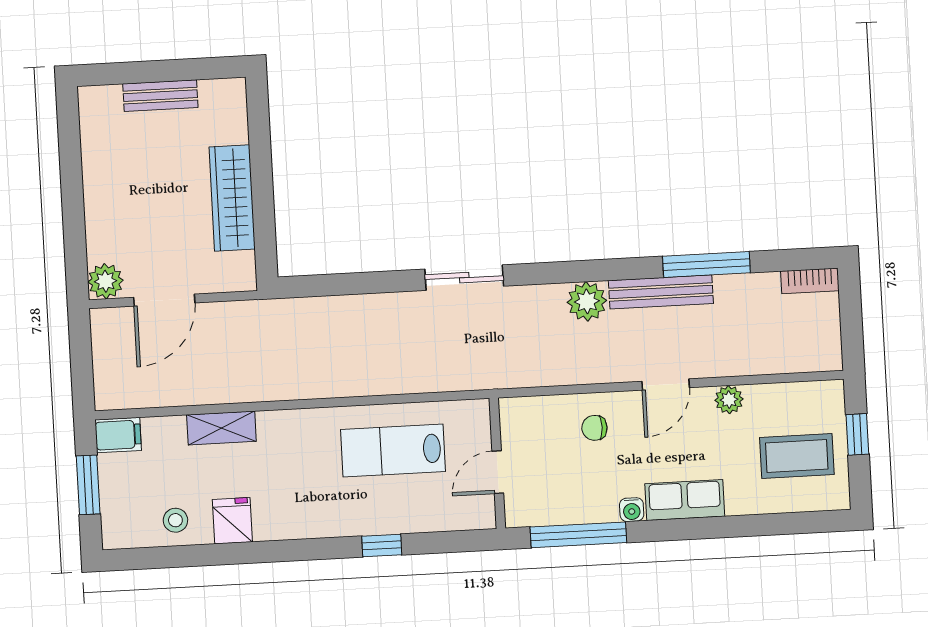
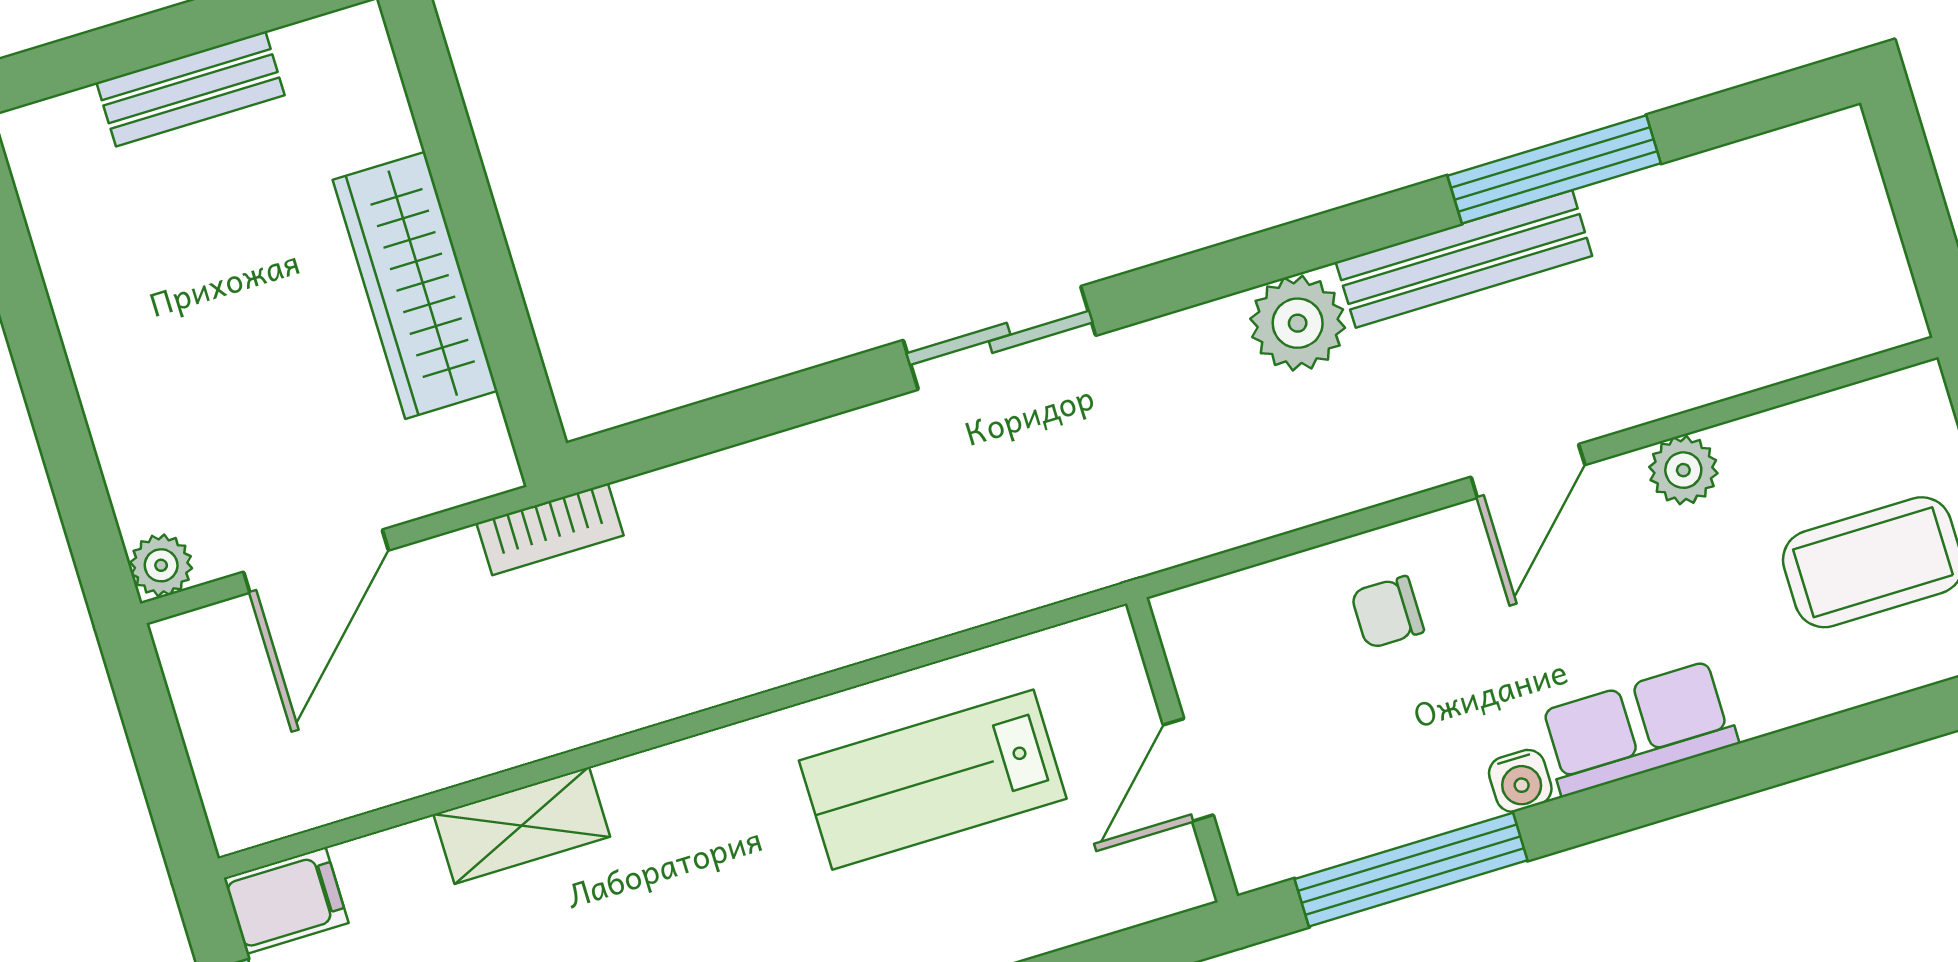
plant: (105, 281) -> (161, 565), width x0.73, depth x0.73
bookcase: (810, 281) -> (550, 529), moved

